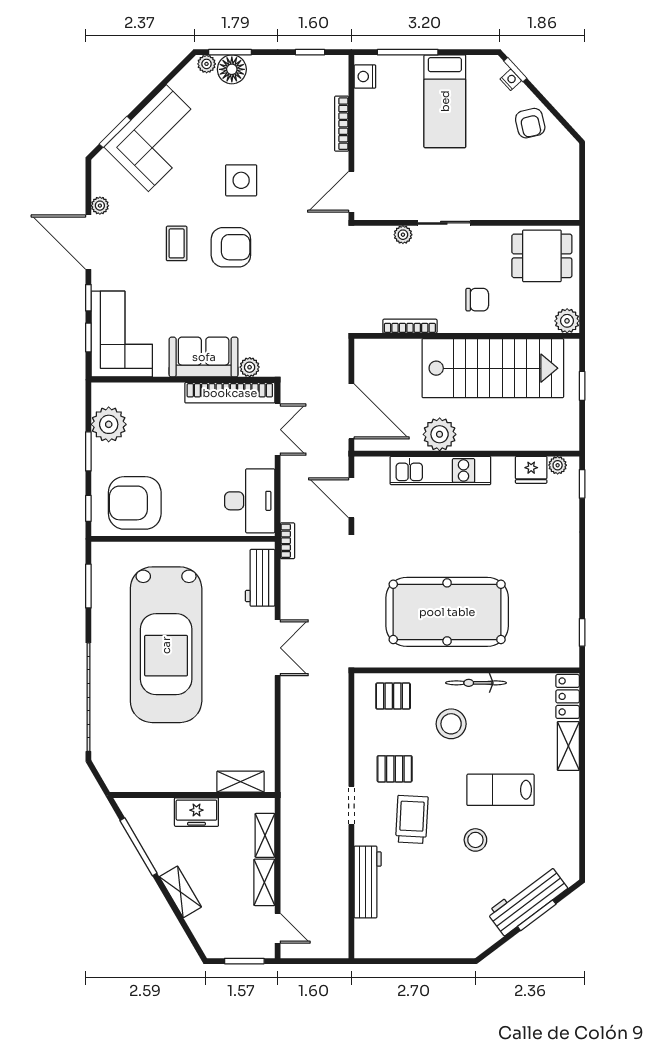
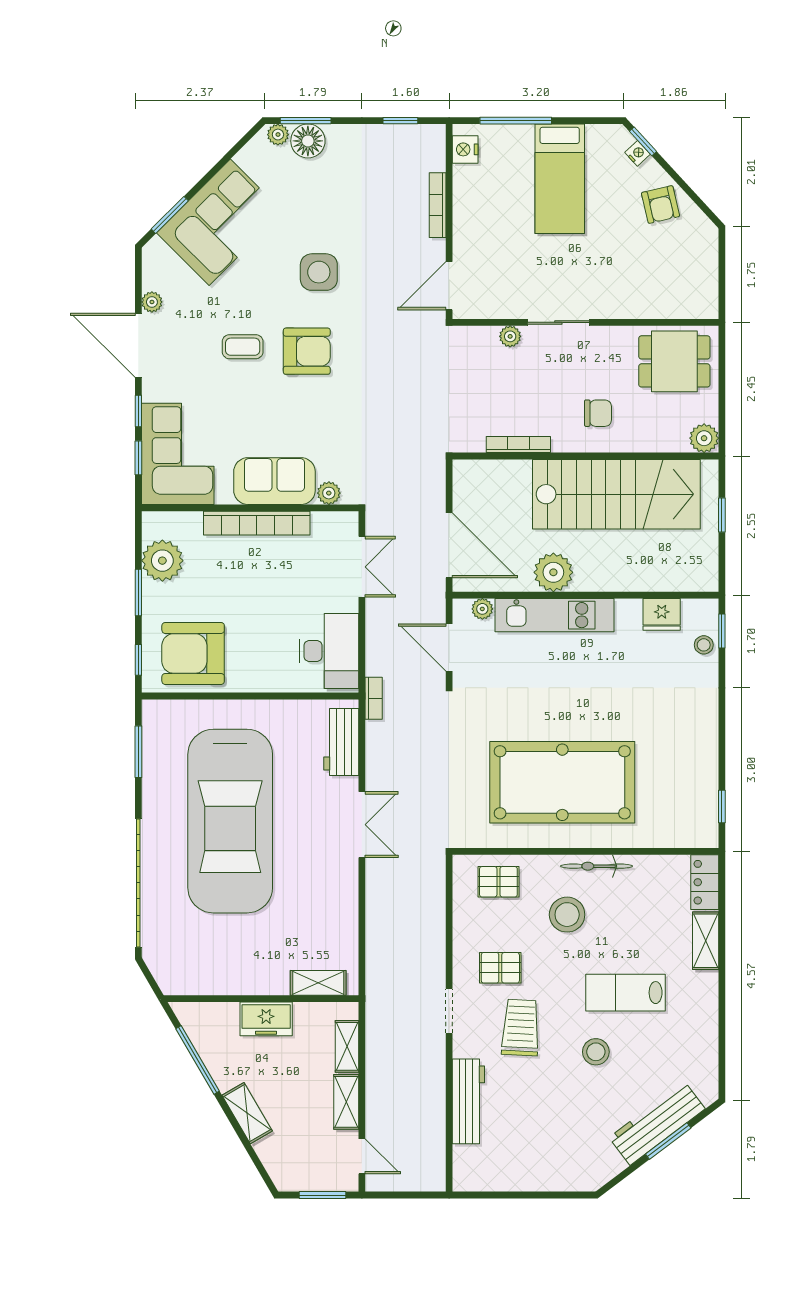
coffee table: (177, 243) -> (243, 347), turned 90
bookcase: (230, 393) -> (257, 523), moved
plant: (558, 465) -> (482, 609), moved
stool: (567, 496) -> (704, 645), added

